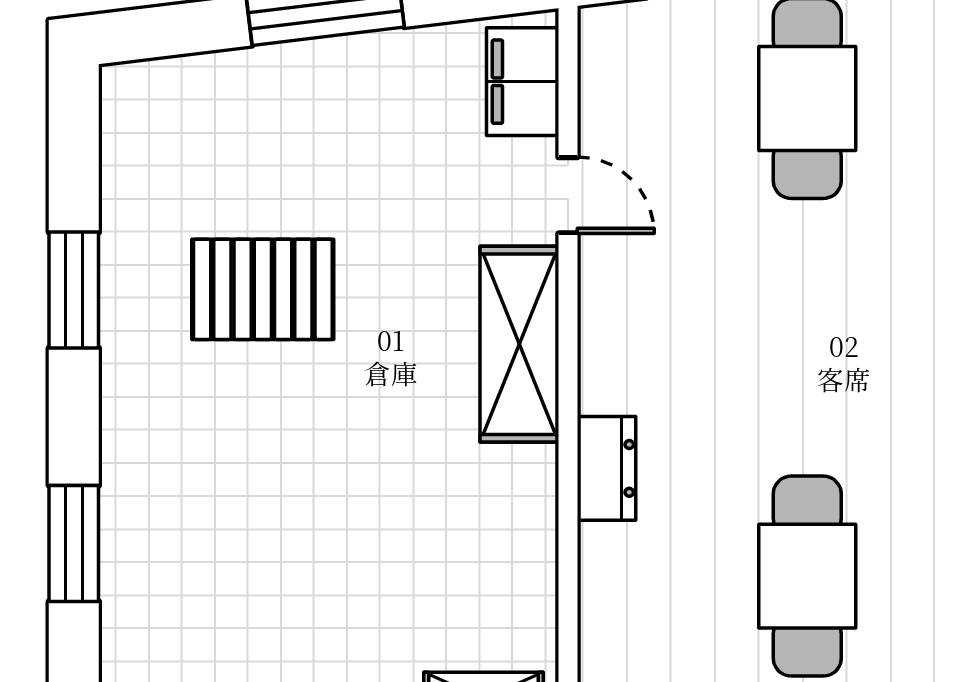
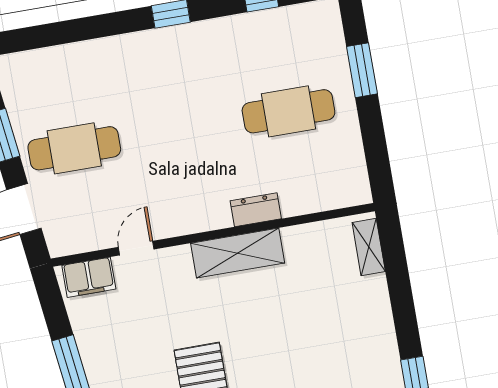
shelving: (519, 344) -> (238, 253), moved

